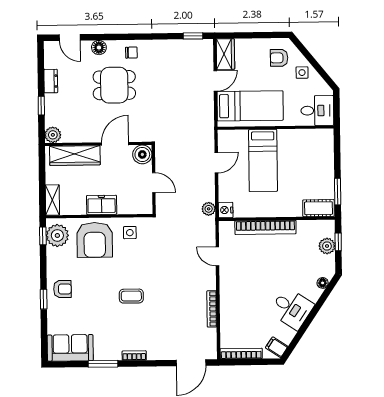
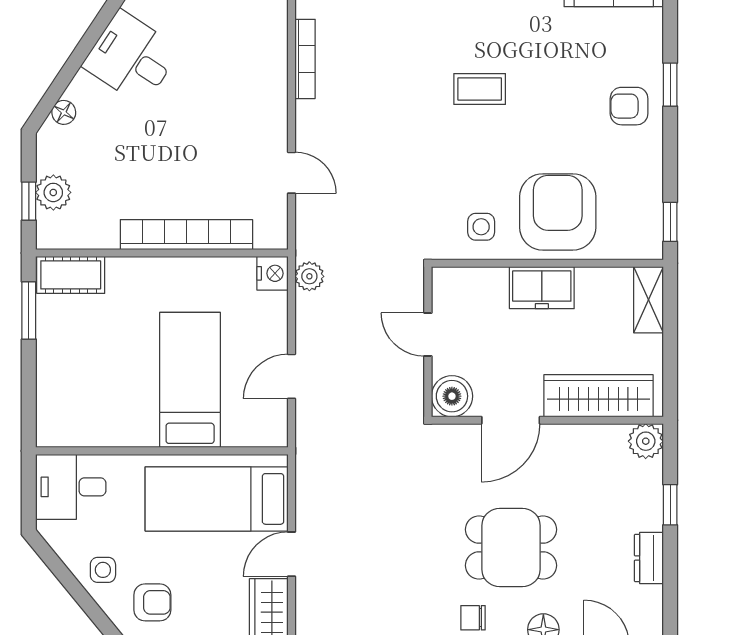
plant: (57, 235) -> (639, 222), removed

